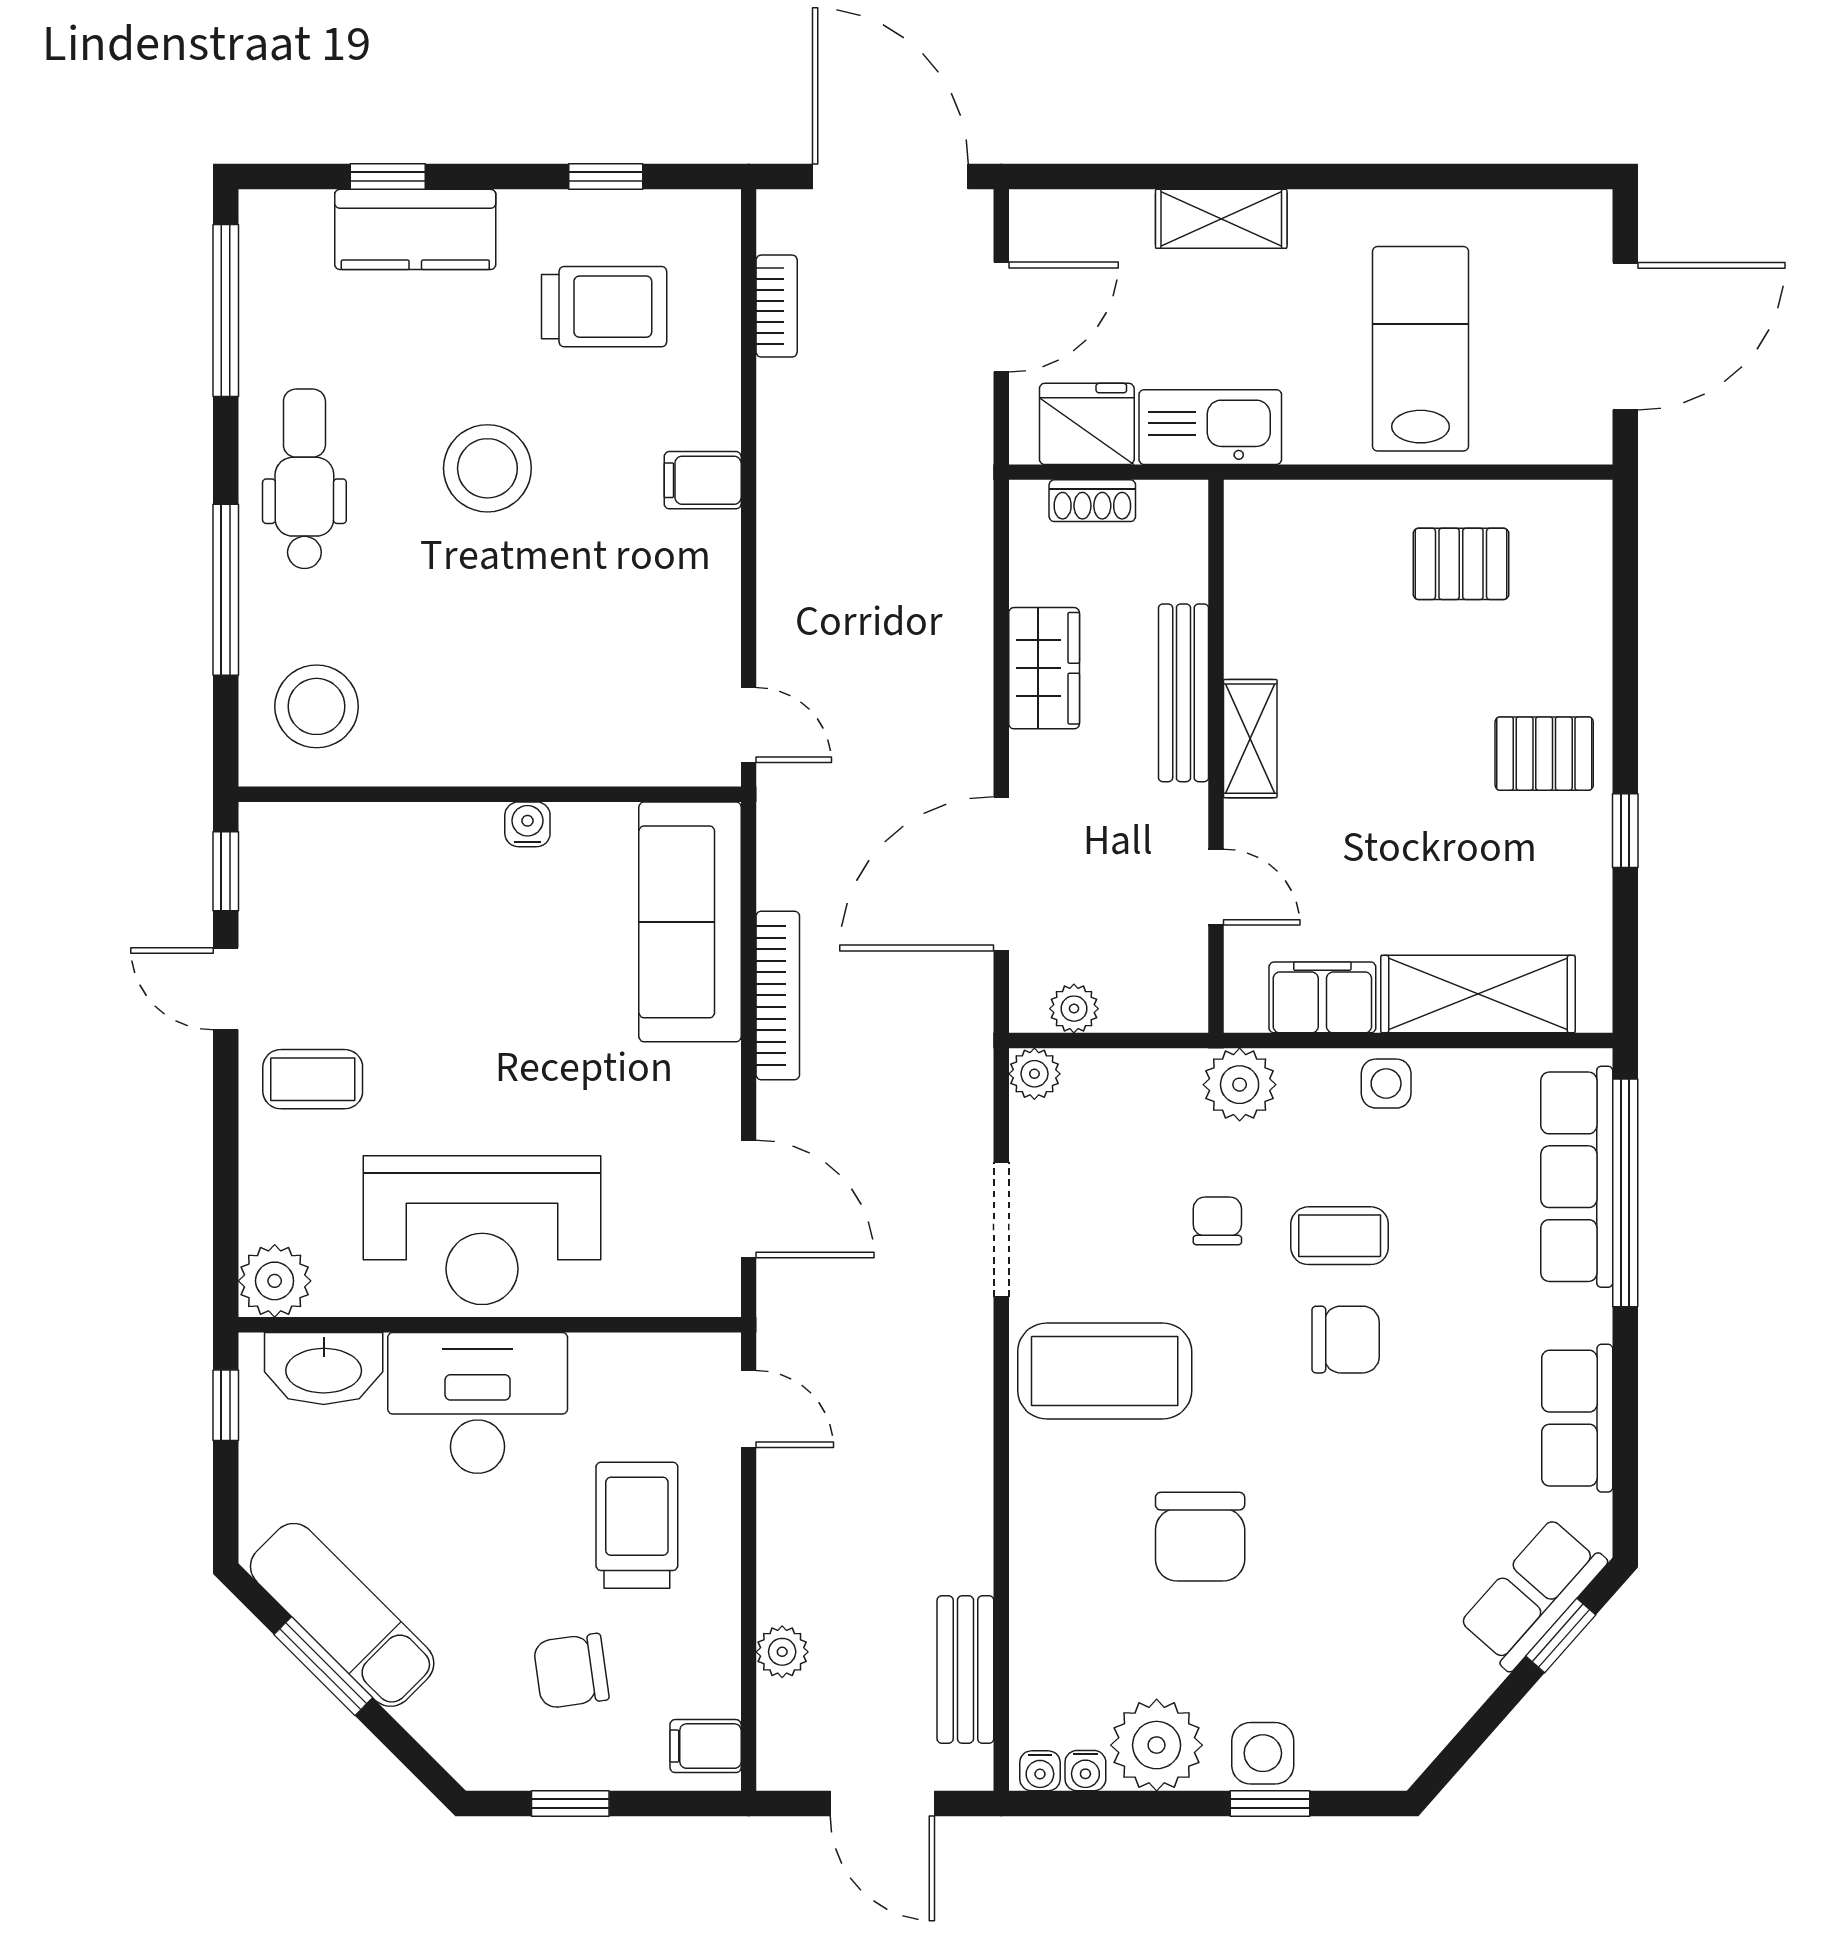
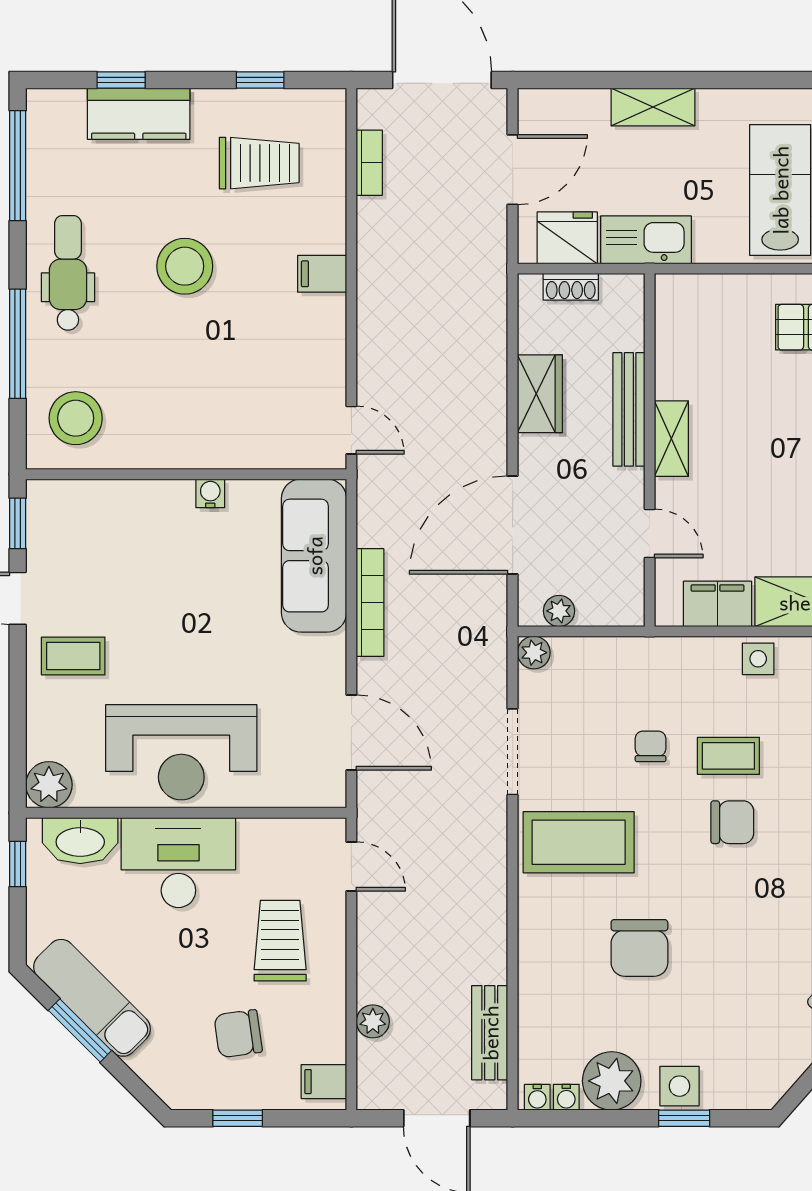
plant: (1240, 1085) -> (665, 659), removed

